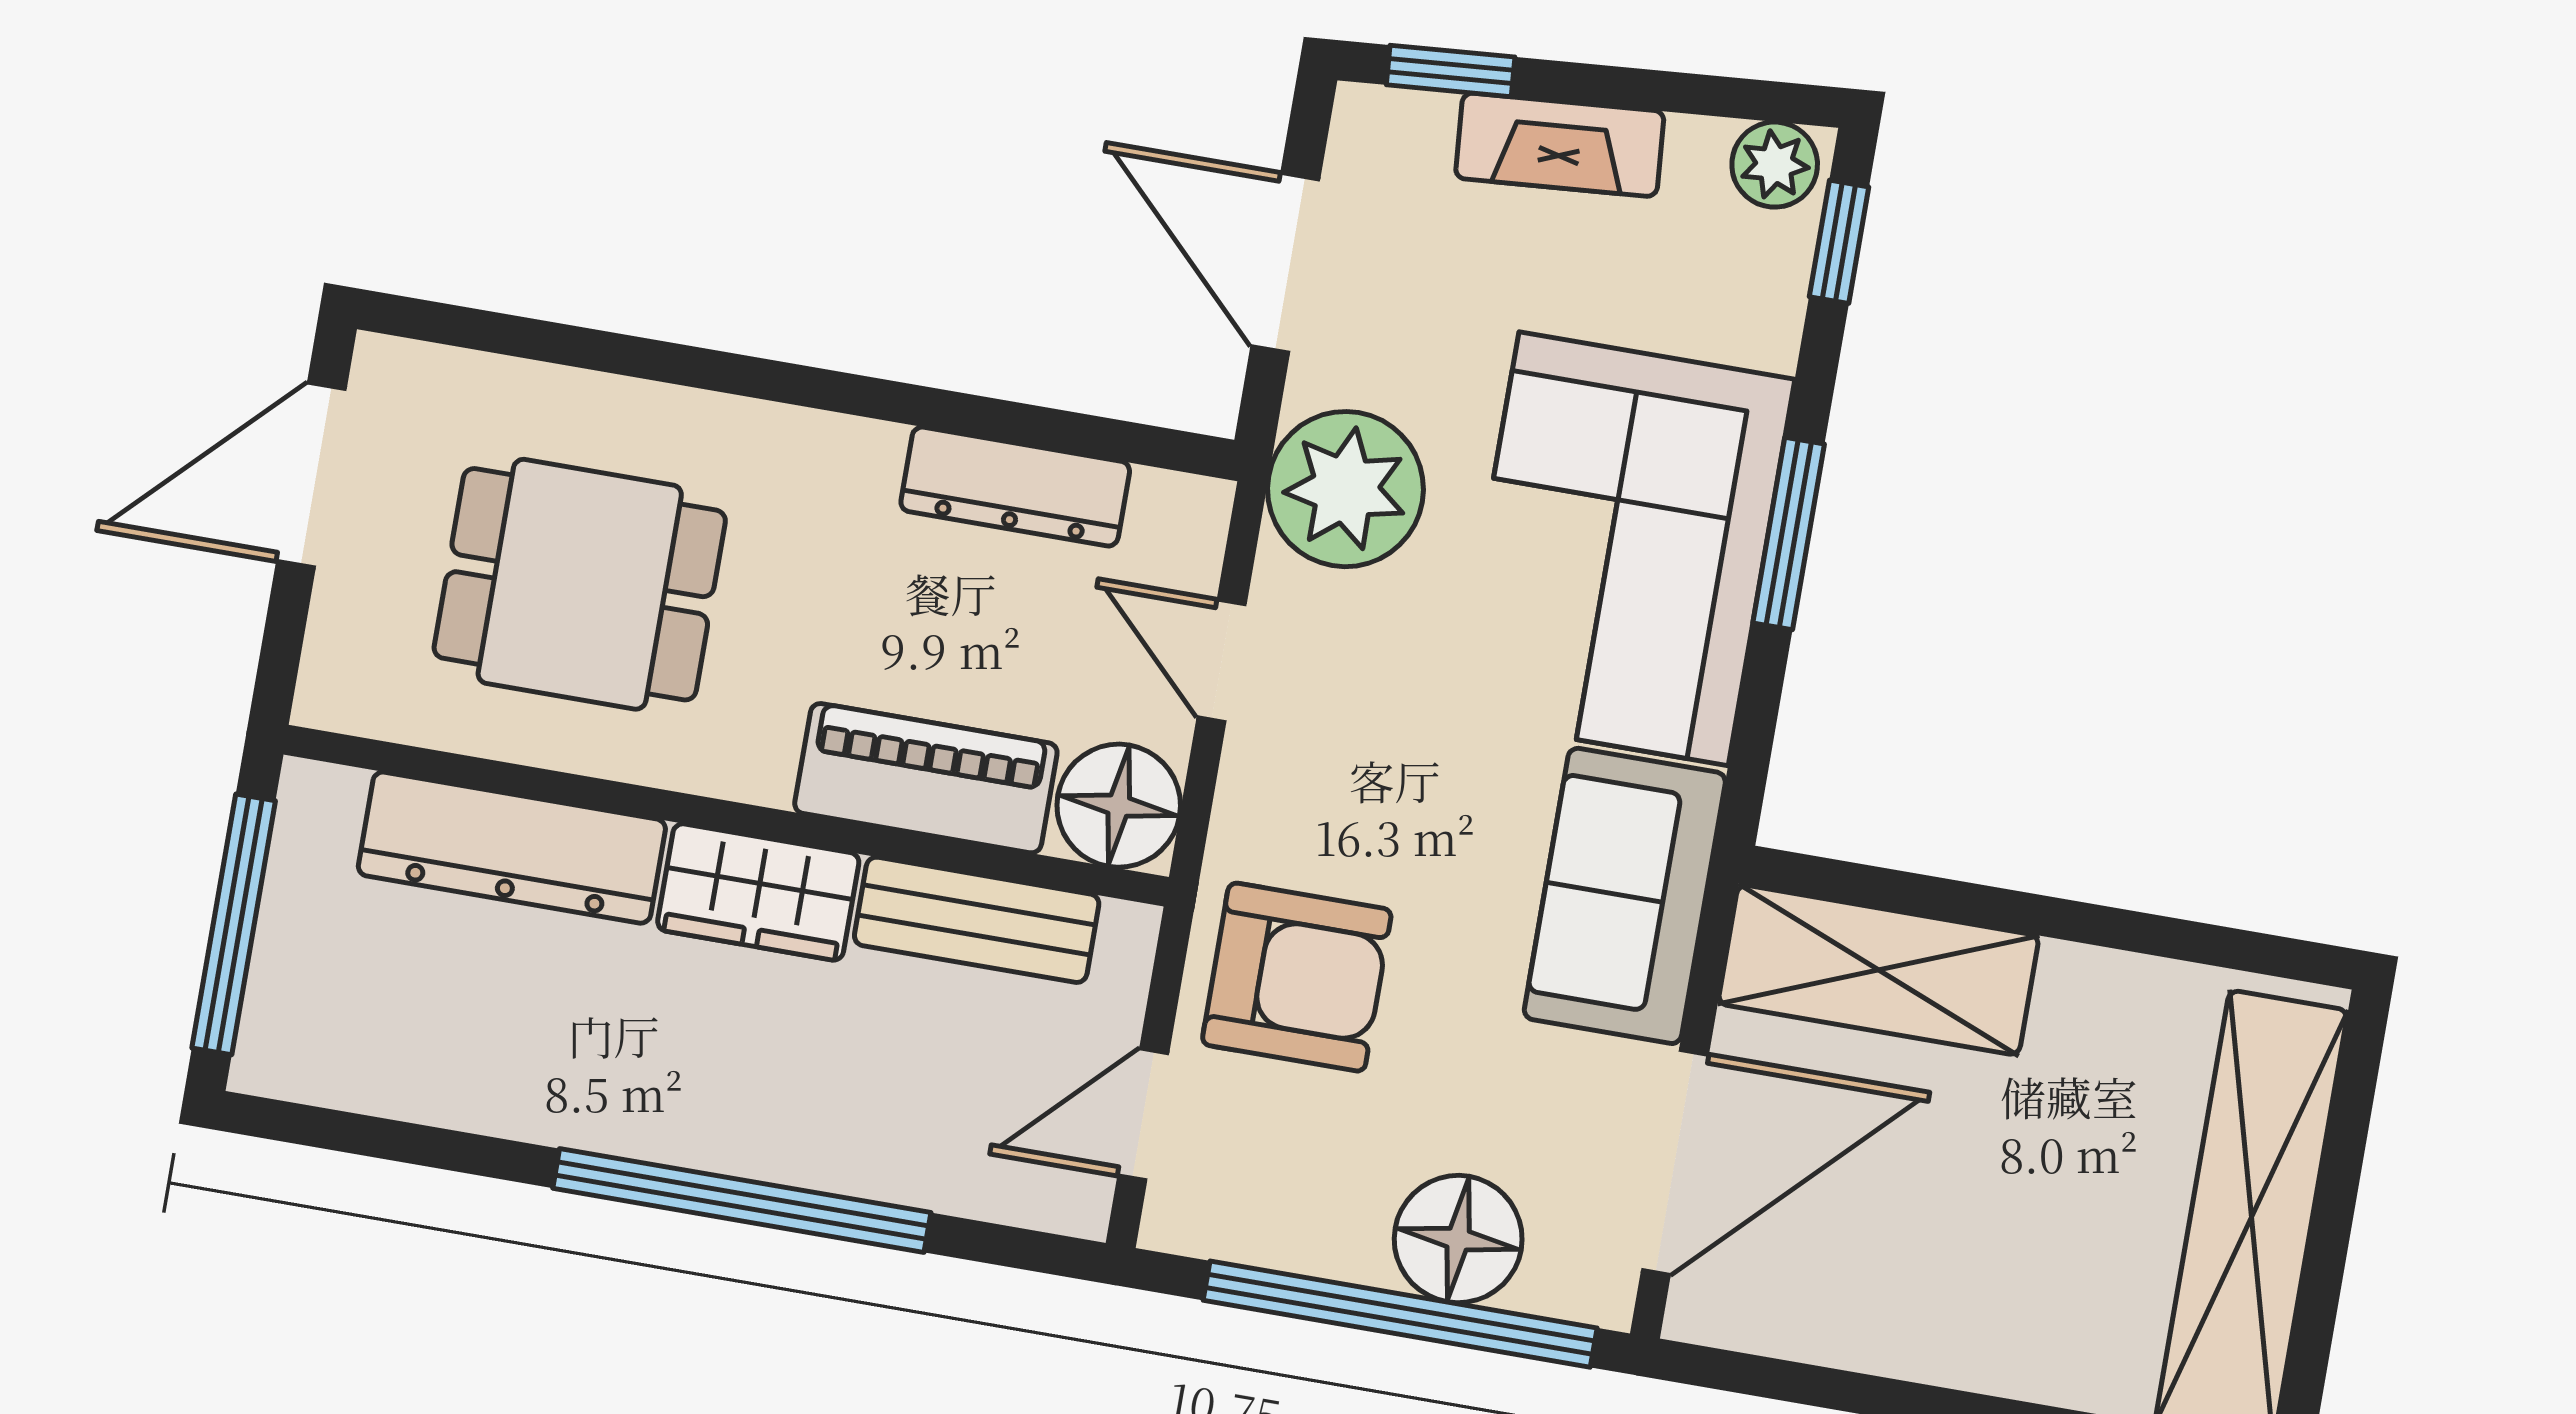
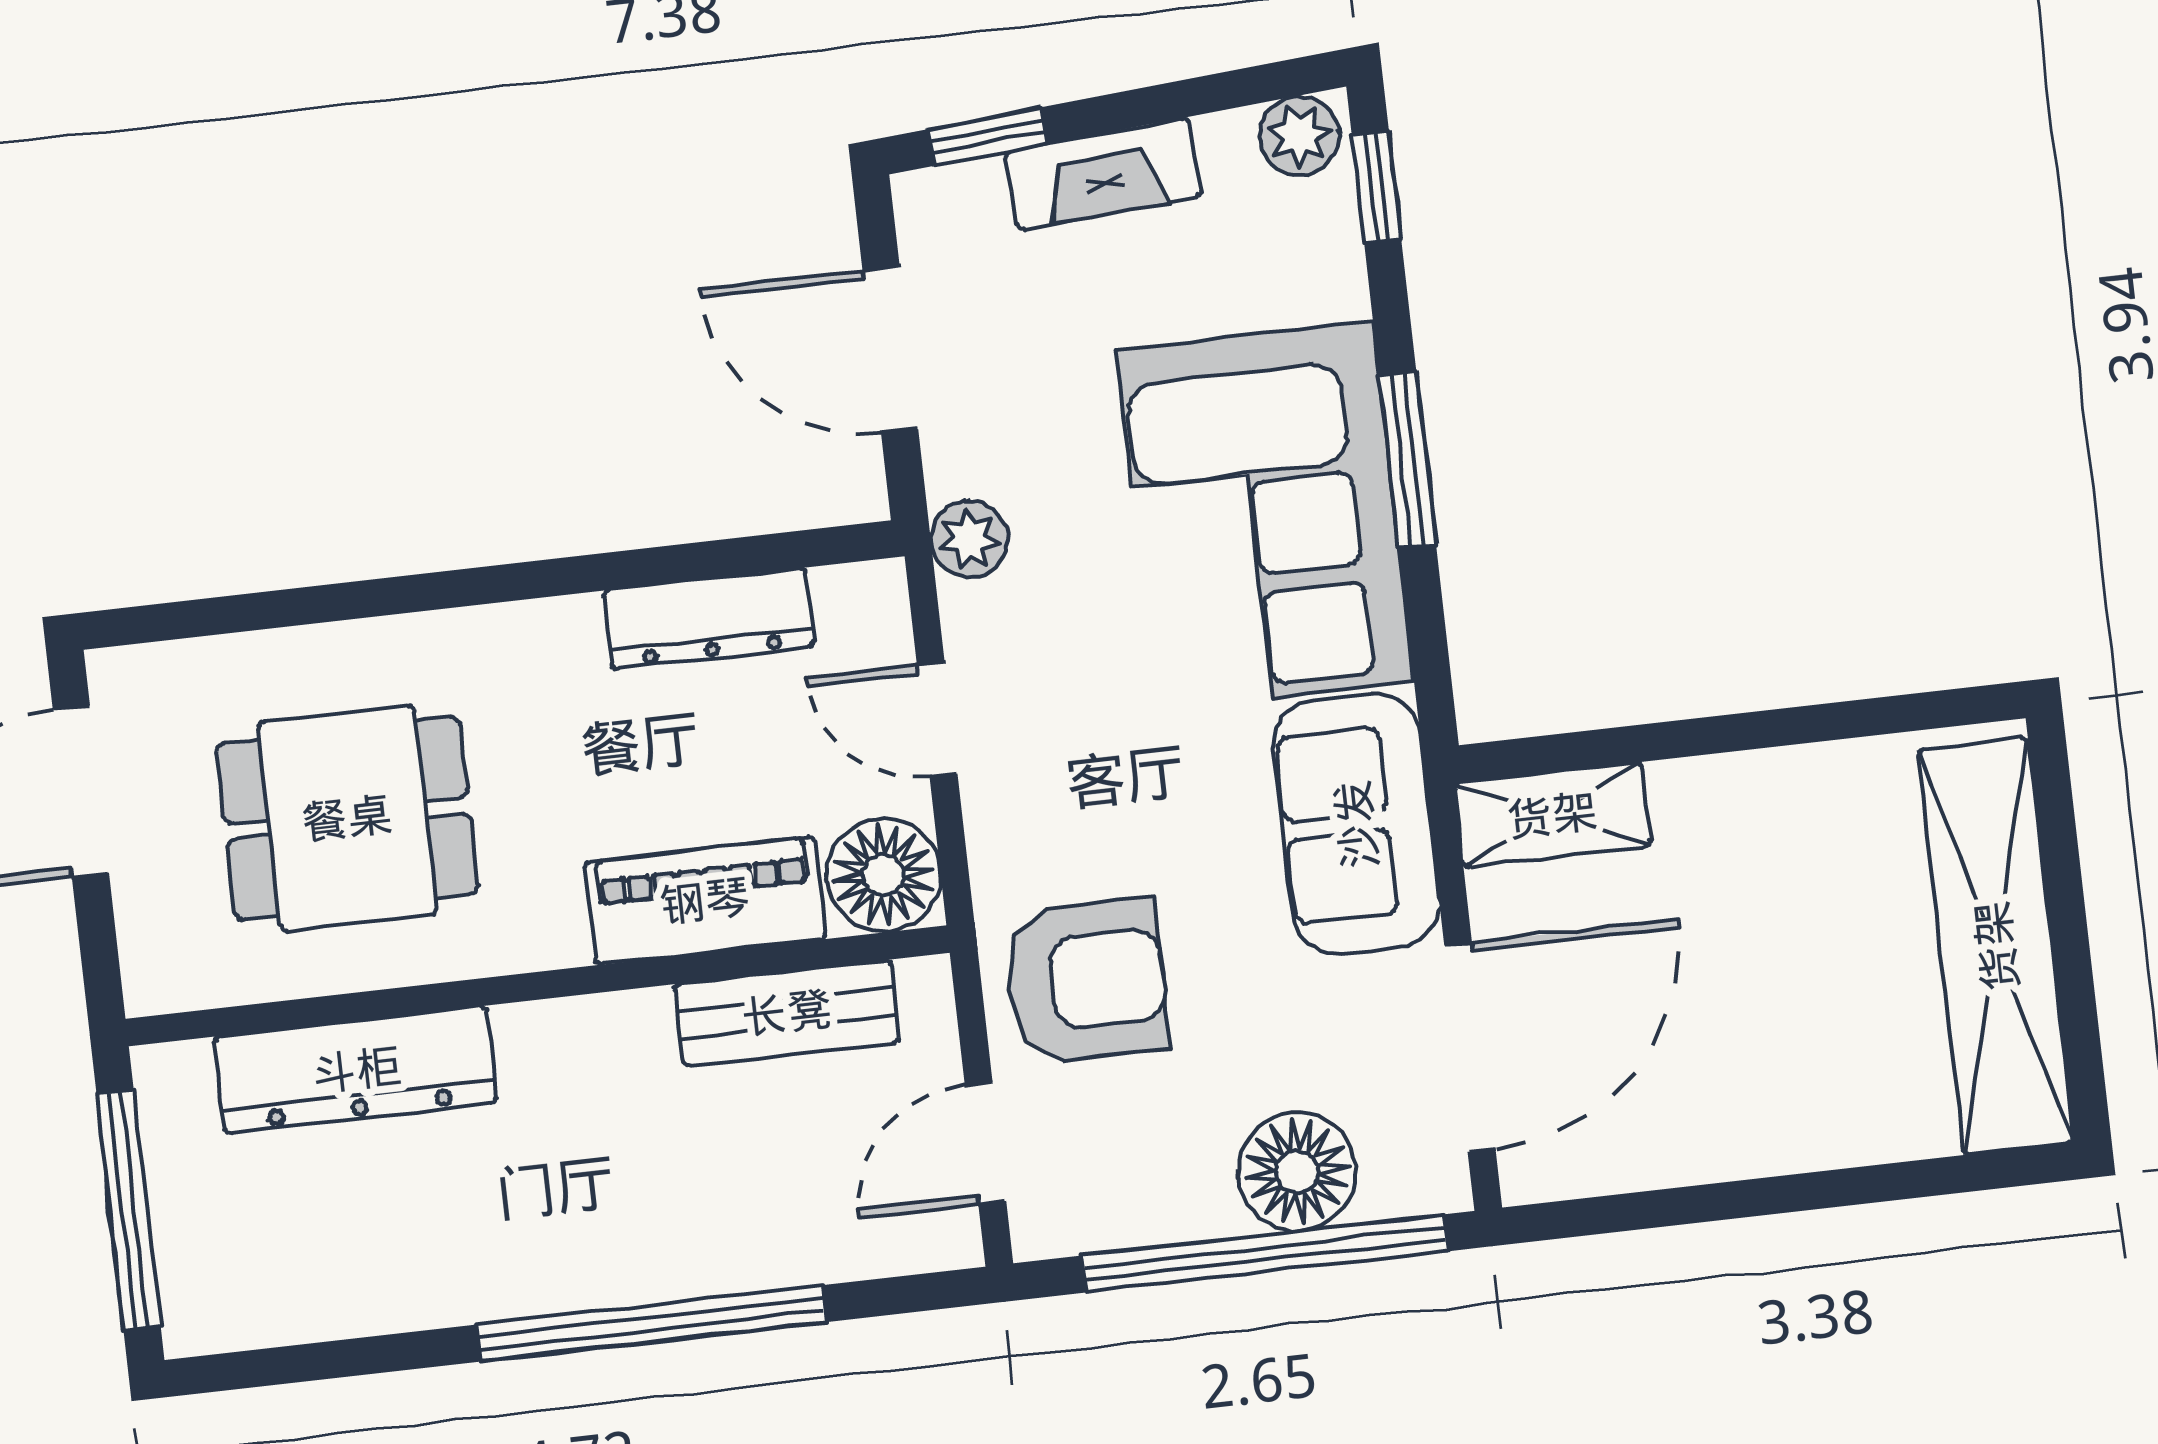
plant: (1345, 489) -> (969, 539), width x0.53, depth x0.53
wardrobe: (758, 892) -> (586, 1045), removed
shelving: (1878, 970) -> (1552, 815), width x0.67, depth x0.75

